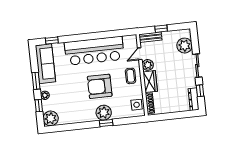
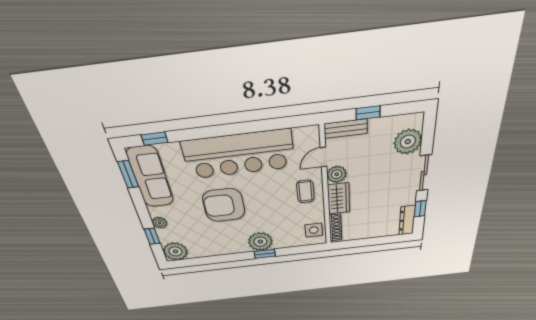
window: (36, 81) -> (128, 174), moved
armchair: (100, 86) -> (224, 205), moved

